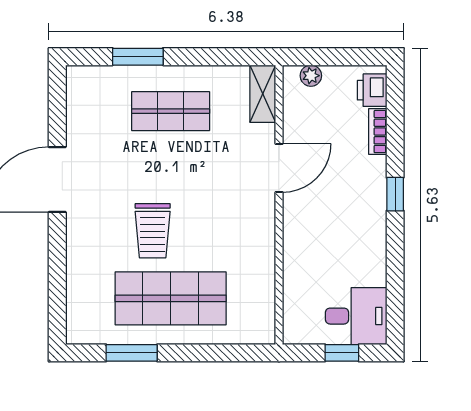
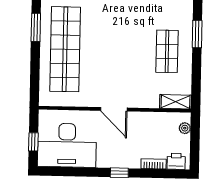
door: (279, 168) -> (114, 109), moved
trolley: (153, 231) -> (102, 40), removed
shop shelf: (171, 298) -> (65, 49), width x1.40
desk: (356, 316) -> (67, 145), width x1.87, depth x1.30

